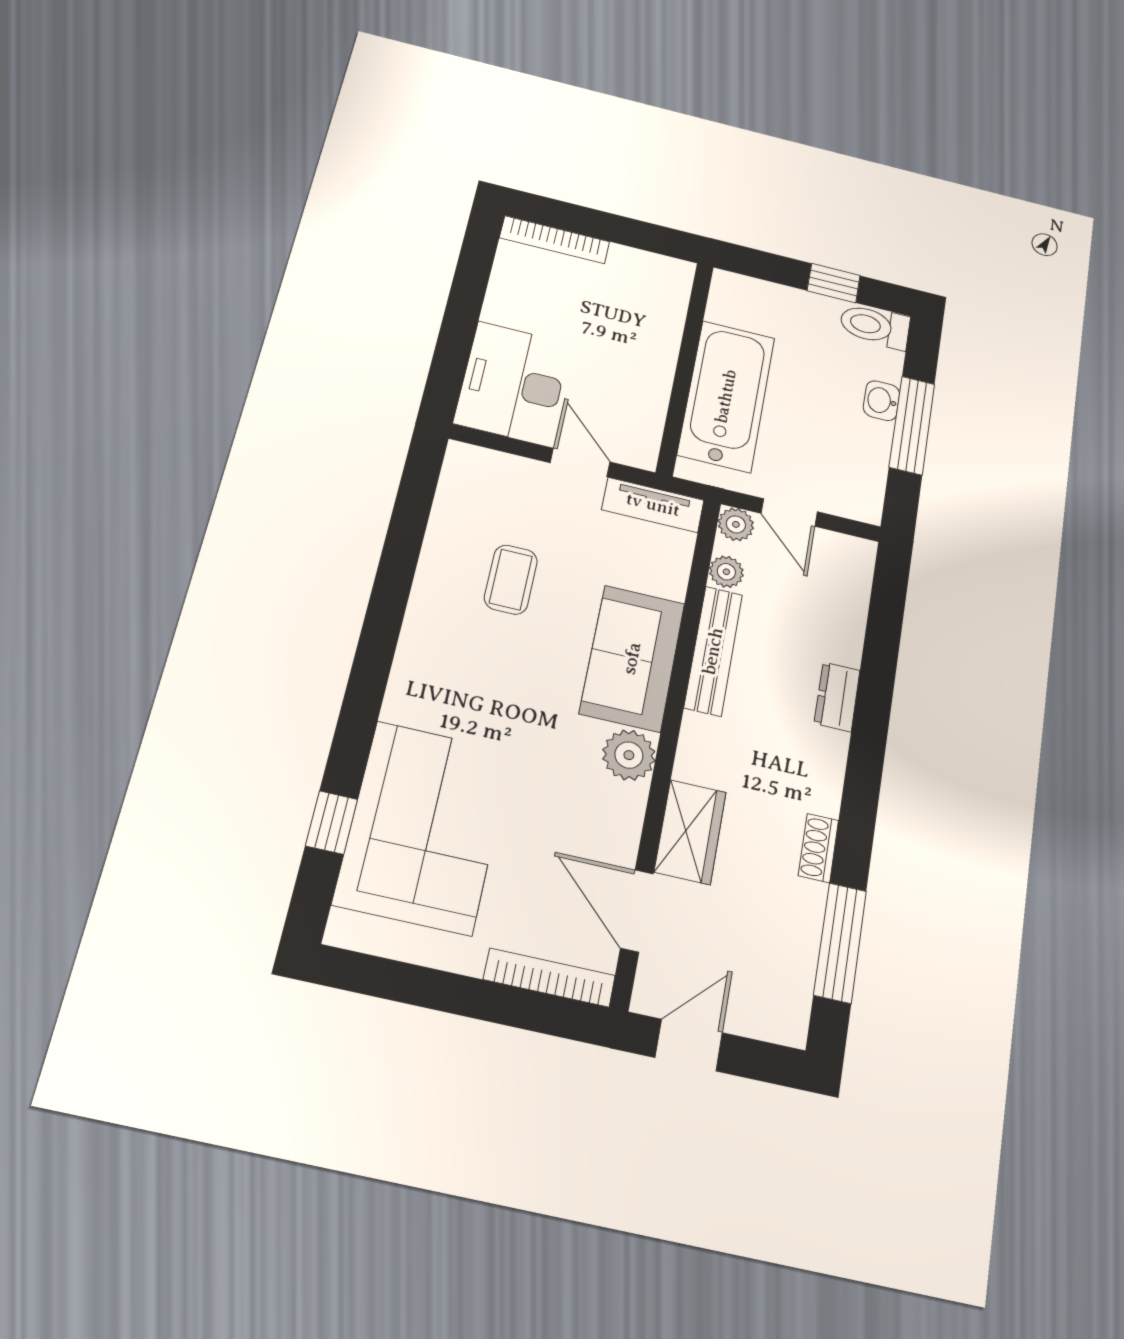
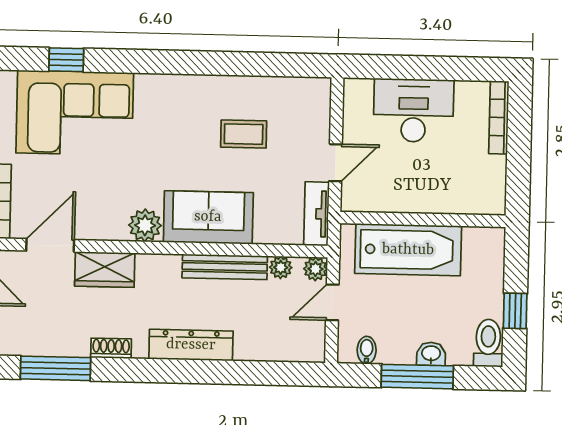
desk: (512, 383) -> (413, 110), moved
bidet: (866, 483) -> (367, 350), added
dresser: (837, 697) -> (191, 345), width x1.96, depth x1.24

